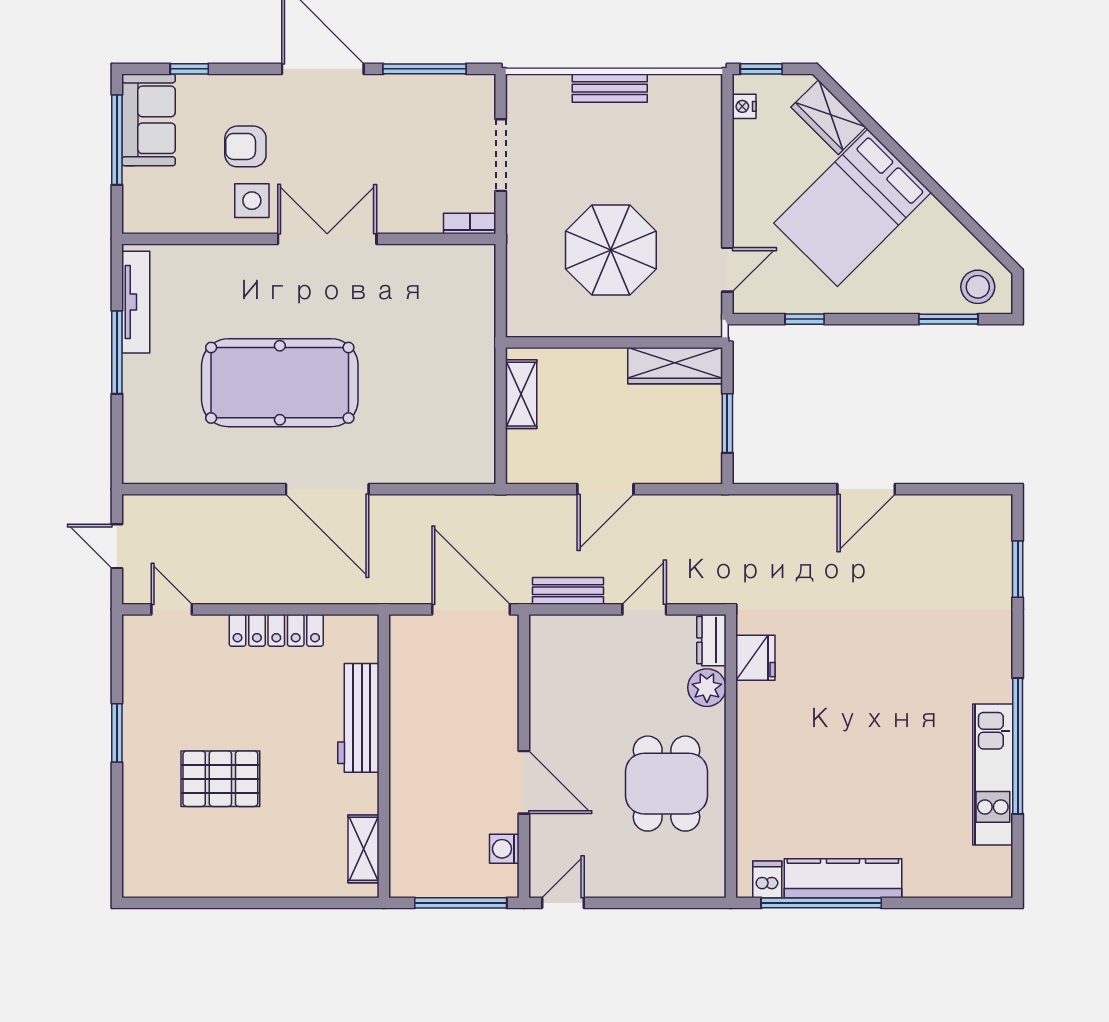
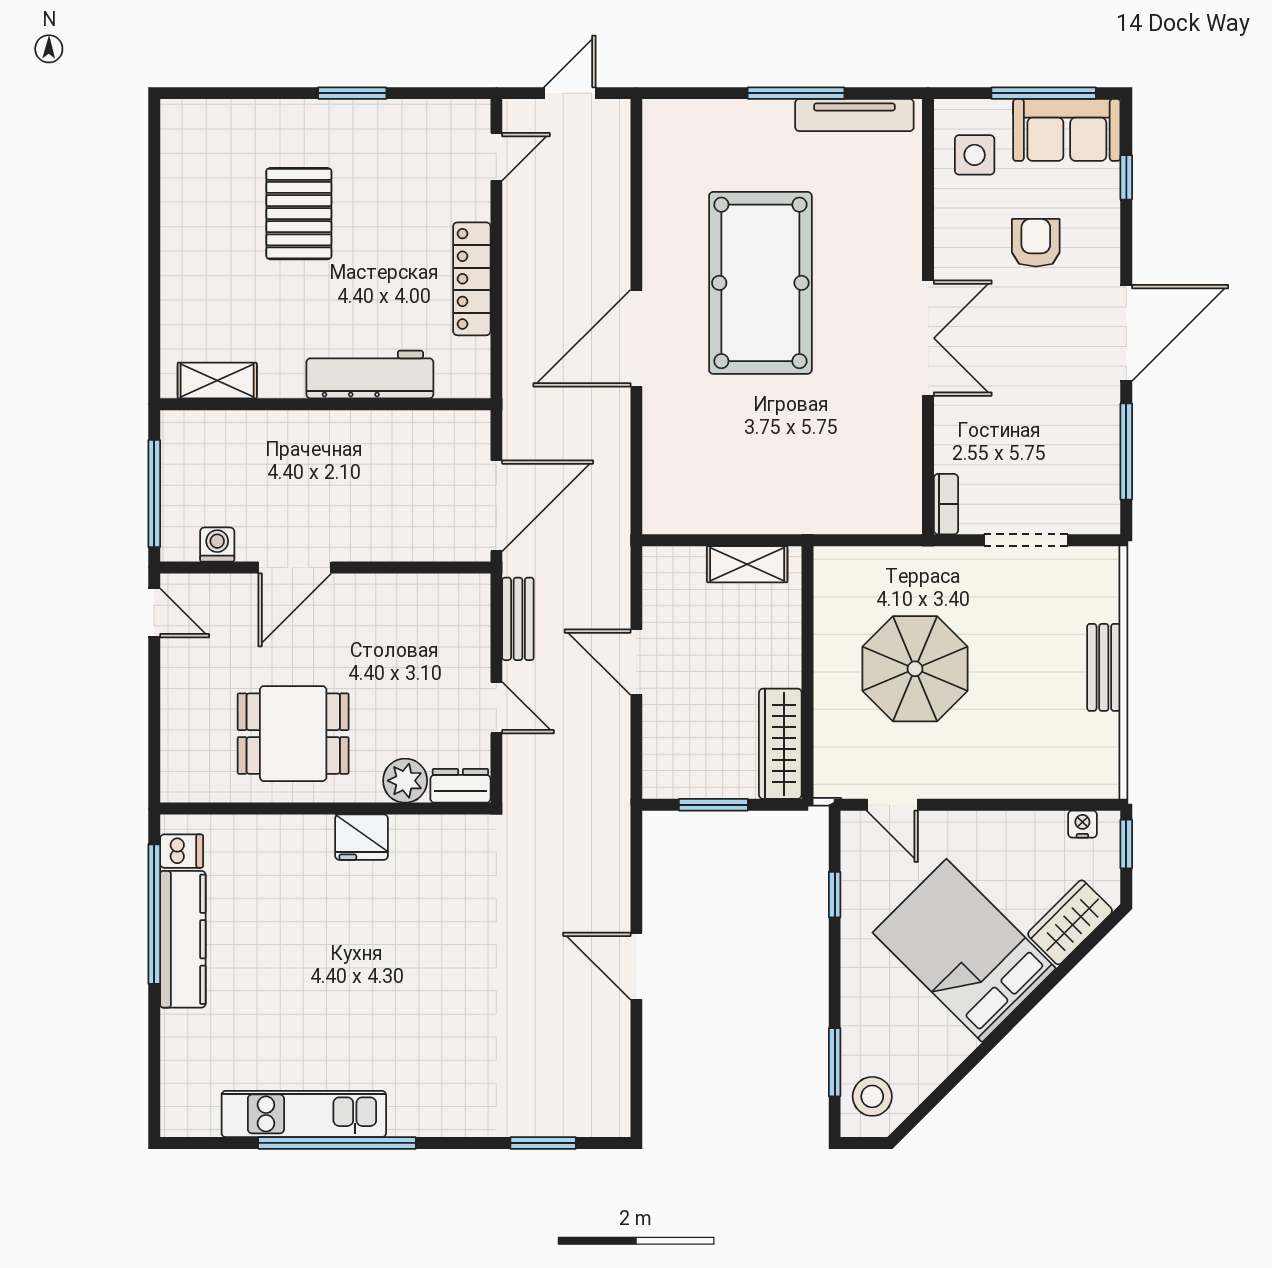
side table: (252, 201) -> (975, 155), moved
fridge: (755, 658) -> (362, 837), moved

